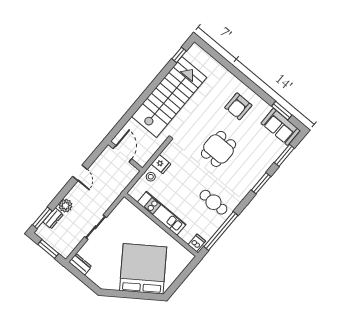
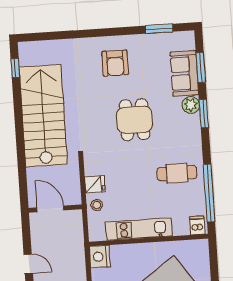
sofa: (281, 127) -> (184, 73), moved, turned 90
plant: (258, 171) -> (191, 105), added
nightstand: (124, 208) -> (100, 257), added

